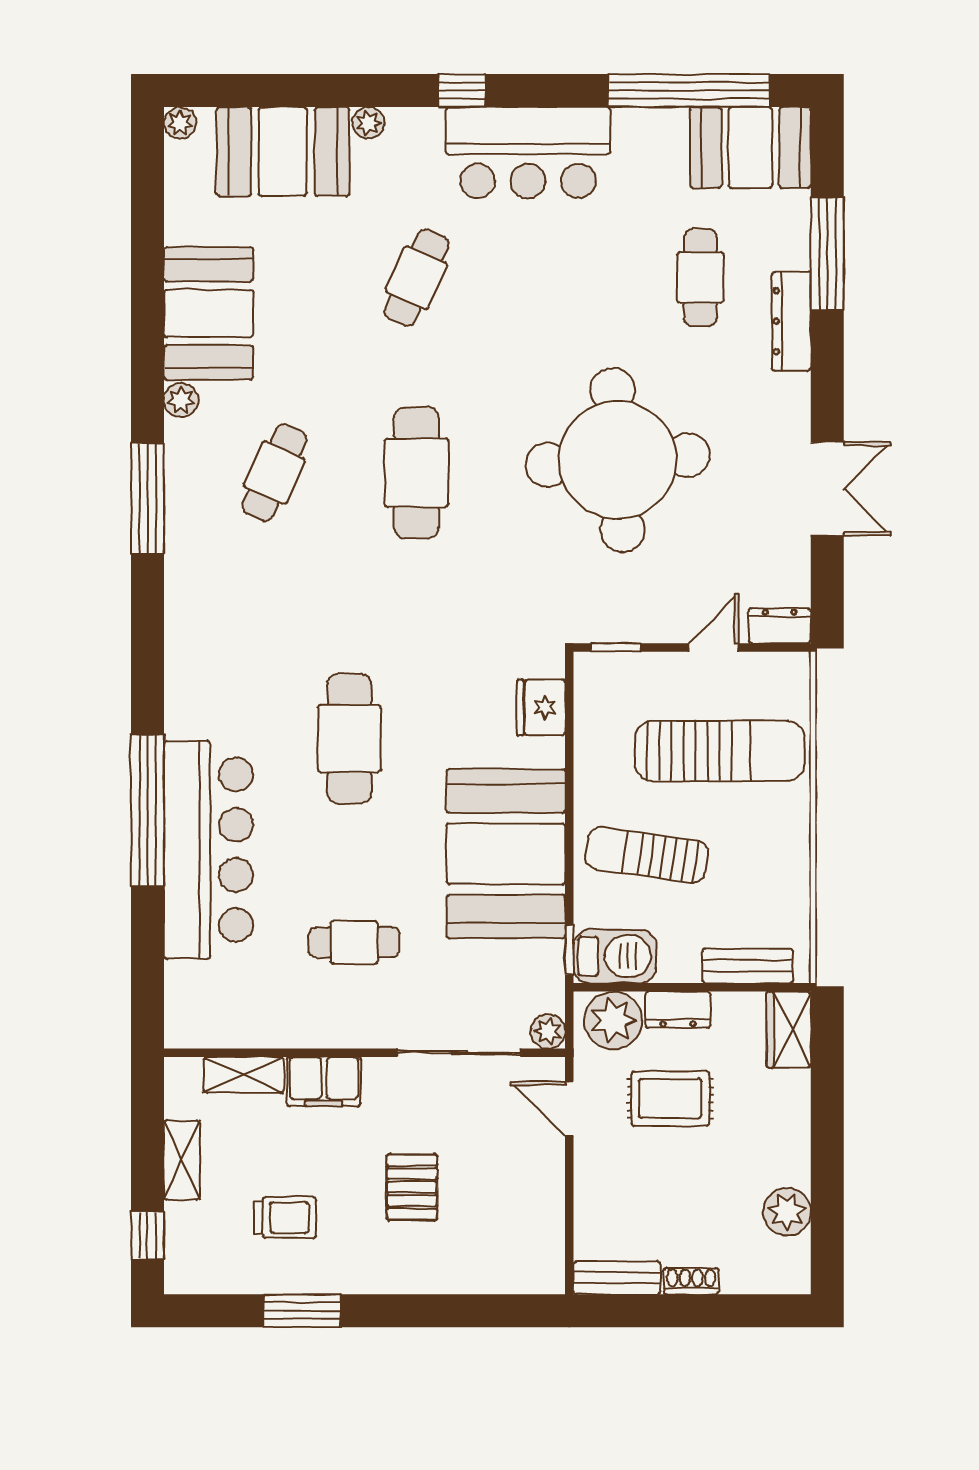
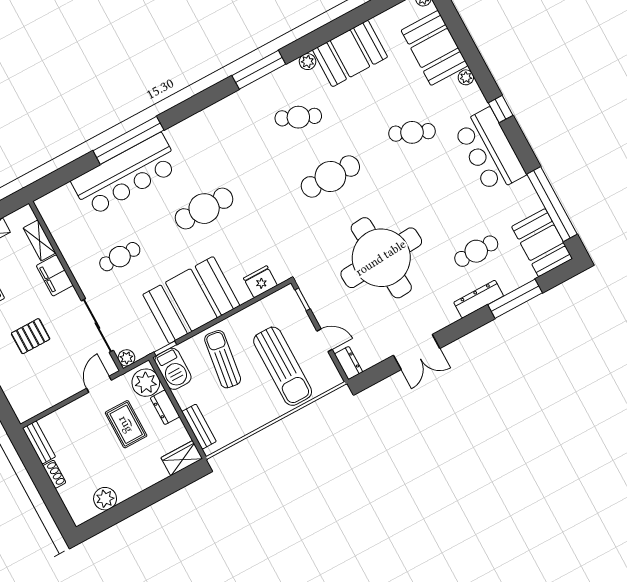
cafe table: (354, 942) -> (120, 257), turned 90

